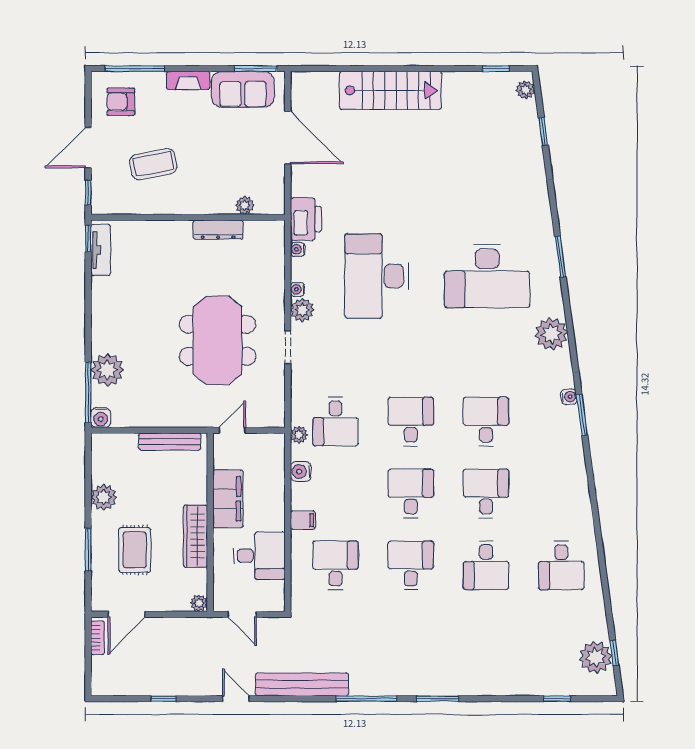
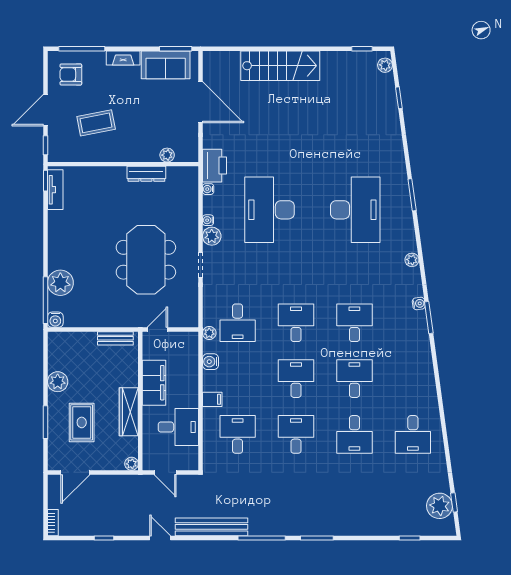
desk: (487, 276) -> (355, 210), turned -90
plant: (551, 334) -> (412, 260), width x0.53, depth x0.53
bench: (170, 442) -> (115, 338), width x0.73
bookcase: (98, 638) -> (53, 523), moved

